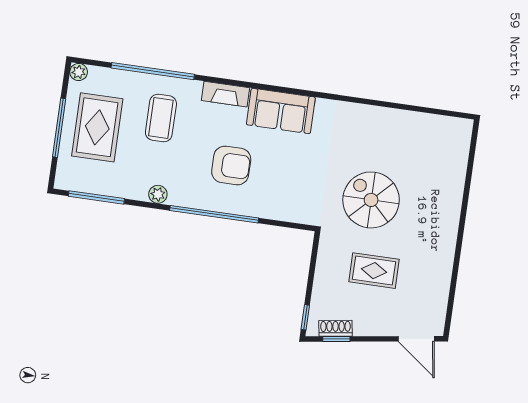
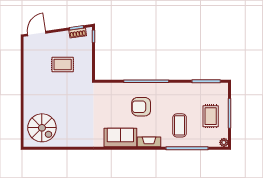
rug: (97, 127) -> (211, 116), width x0.73, depth x0.70
plant: (158, 194) -> (176, 87), removed
spiral stairs: (371, 200) -> (42, 128), moved
door: (416, 339) -> (37, 34), hinge flipped

